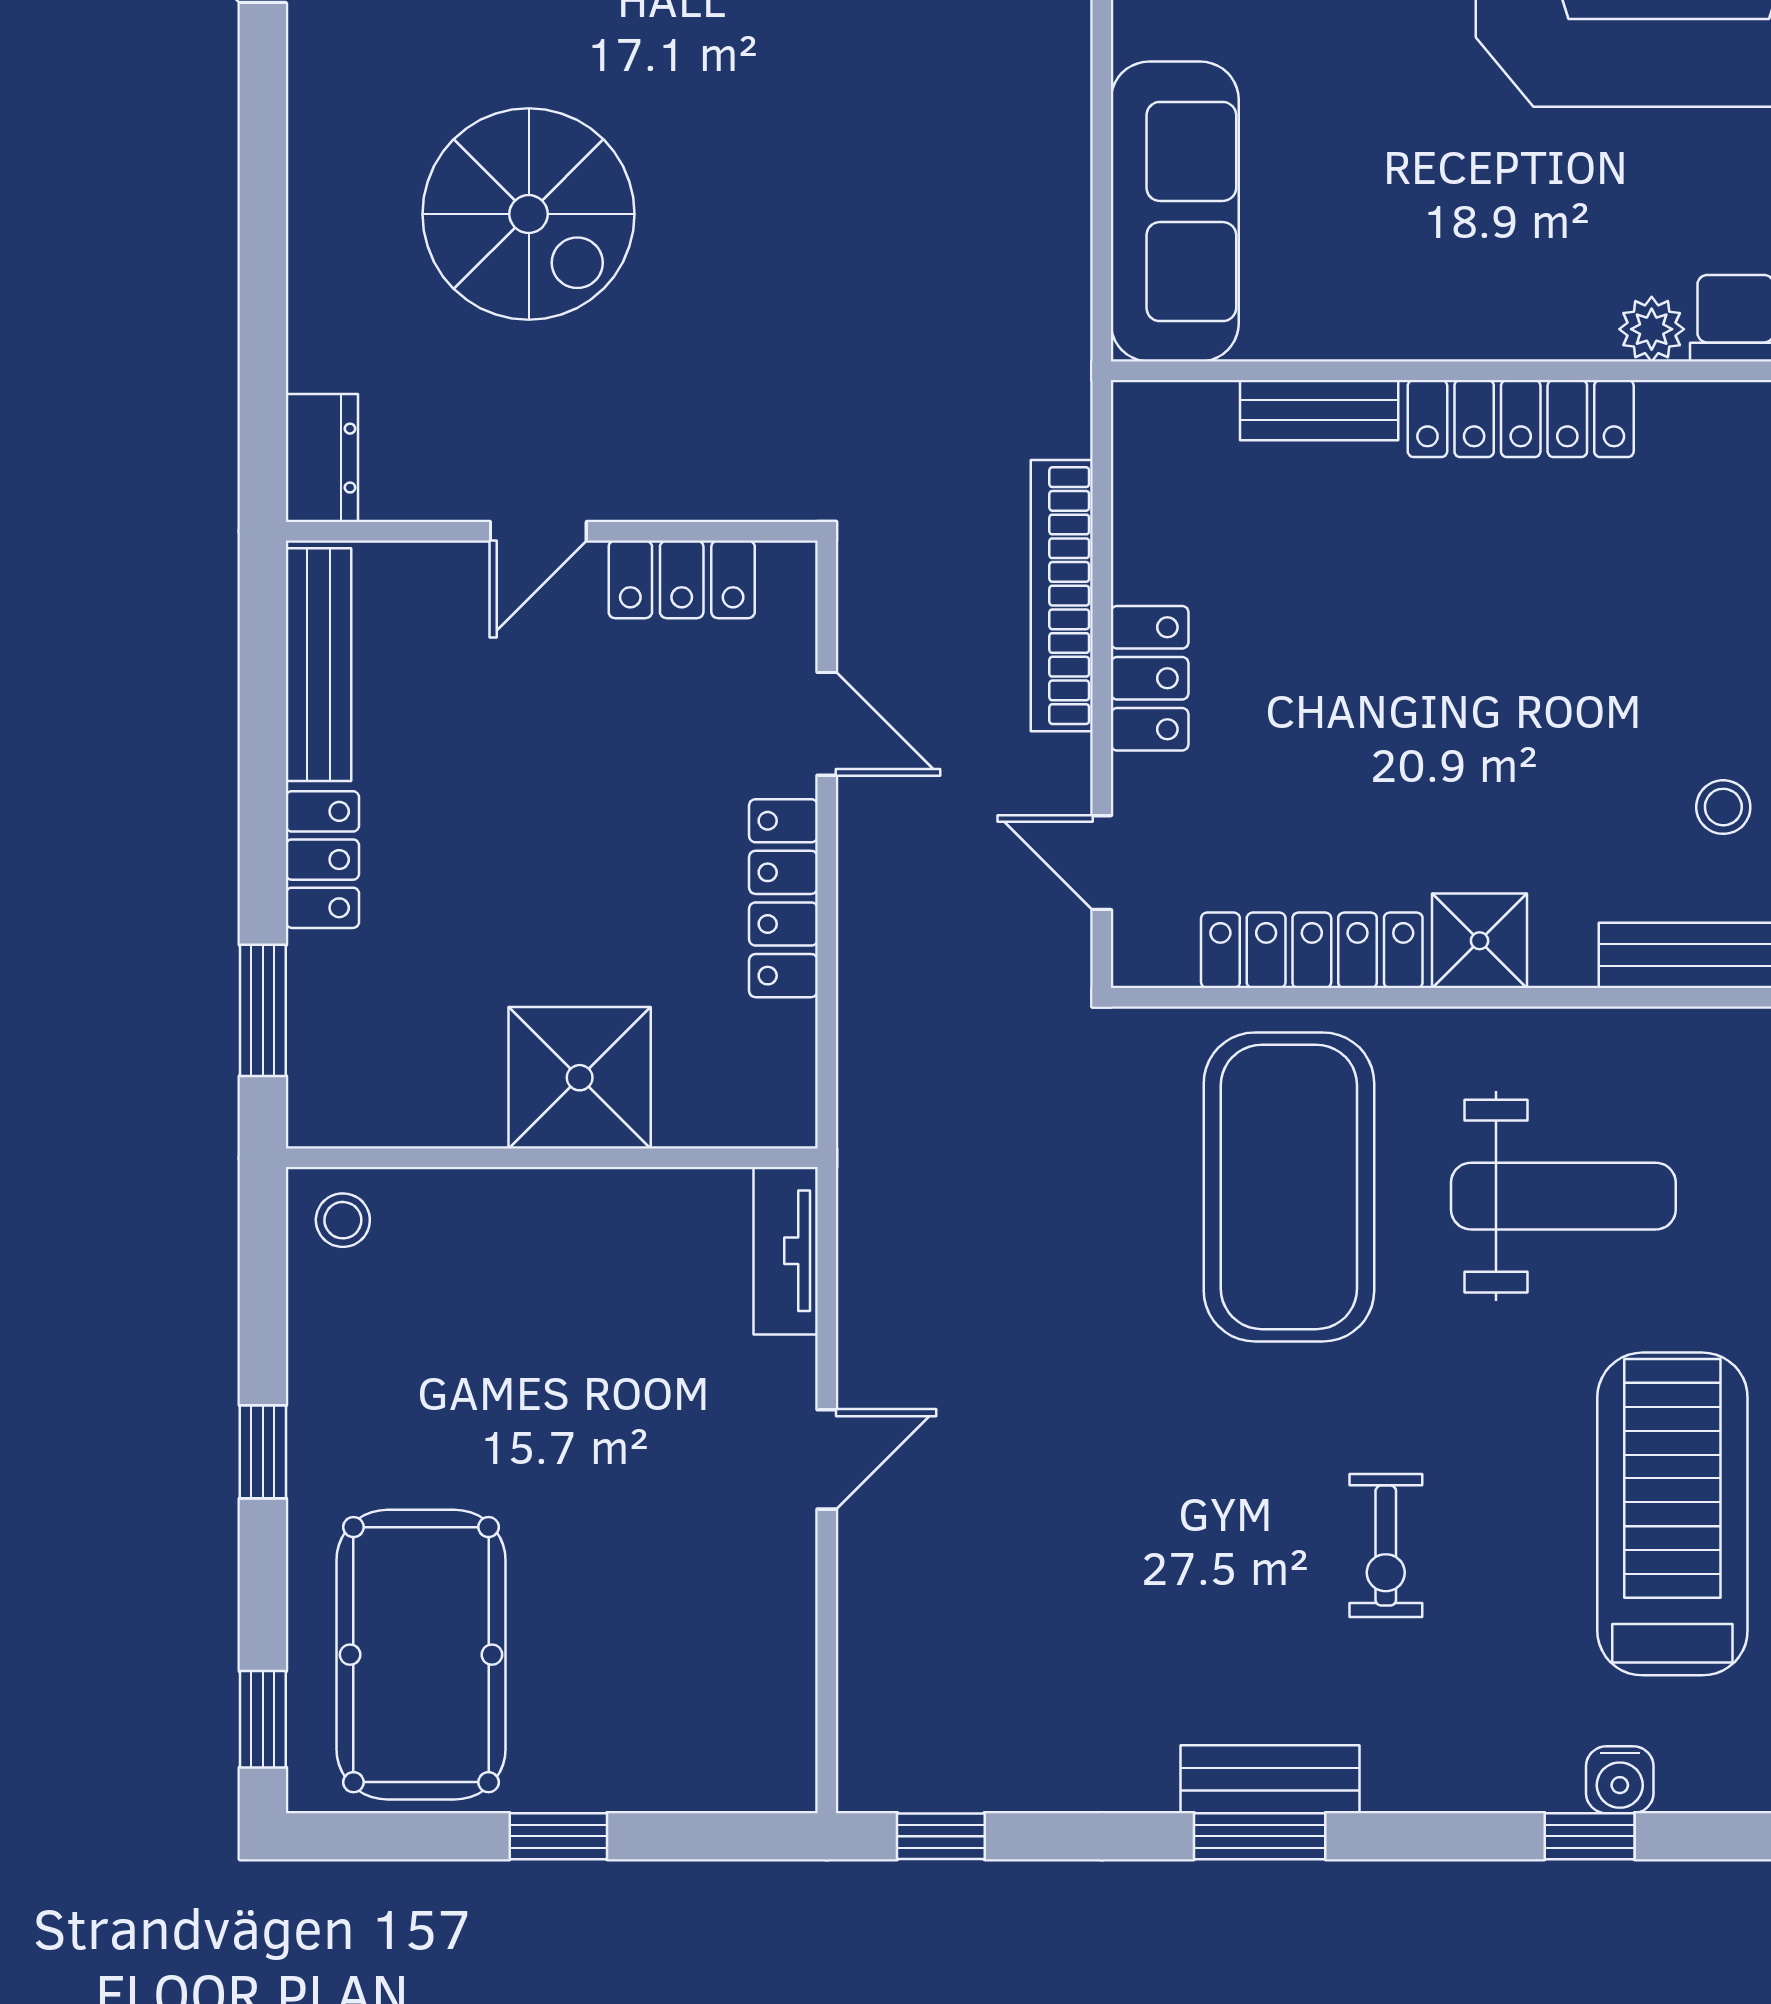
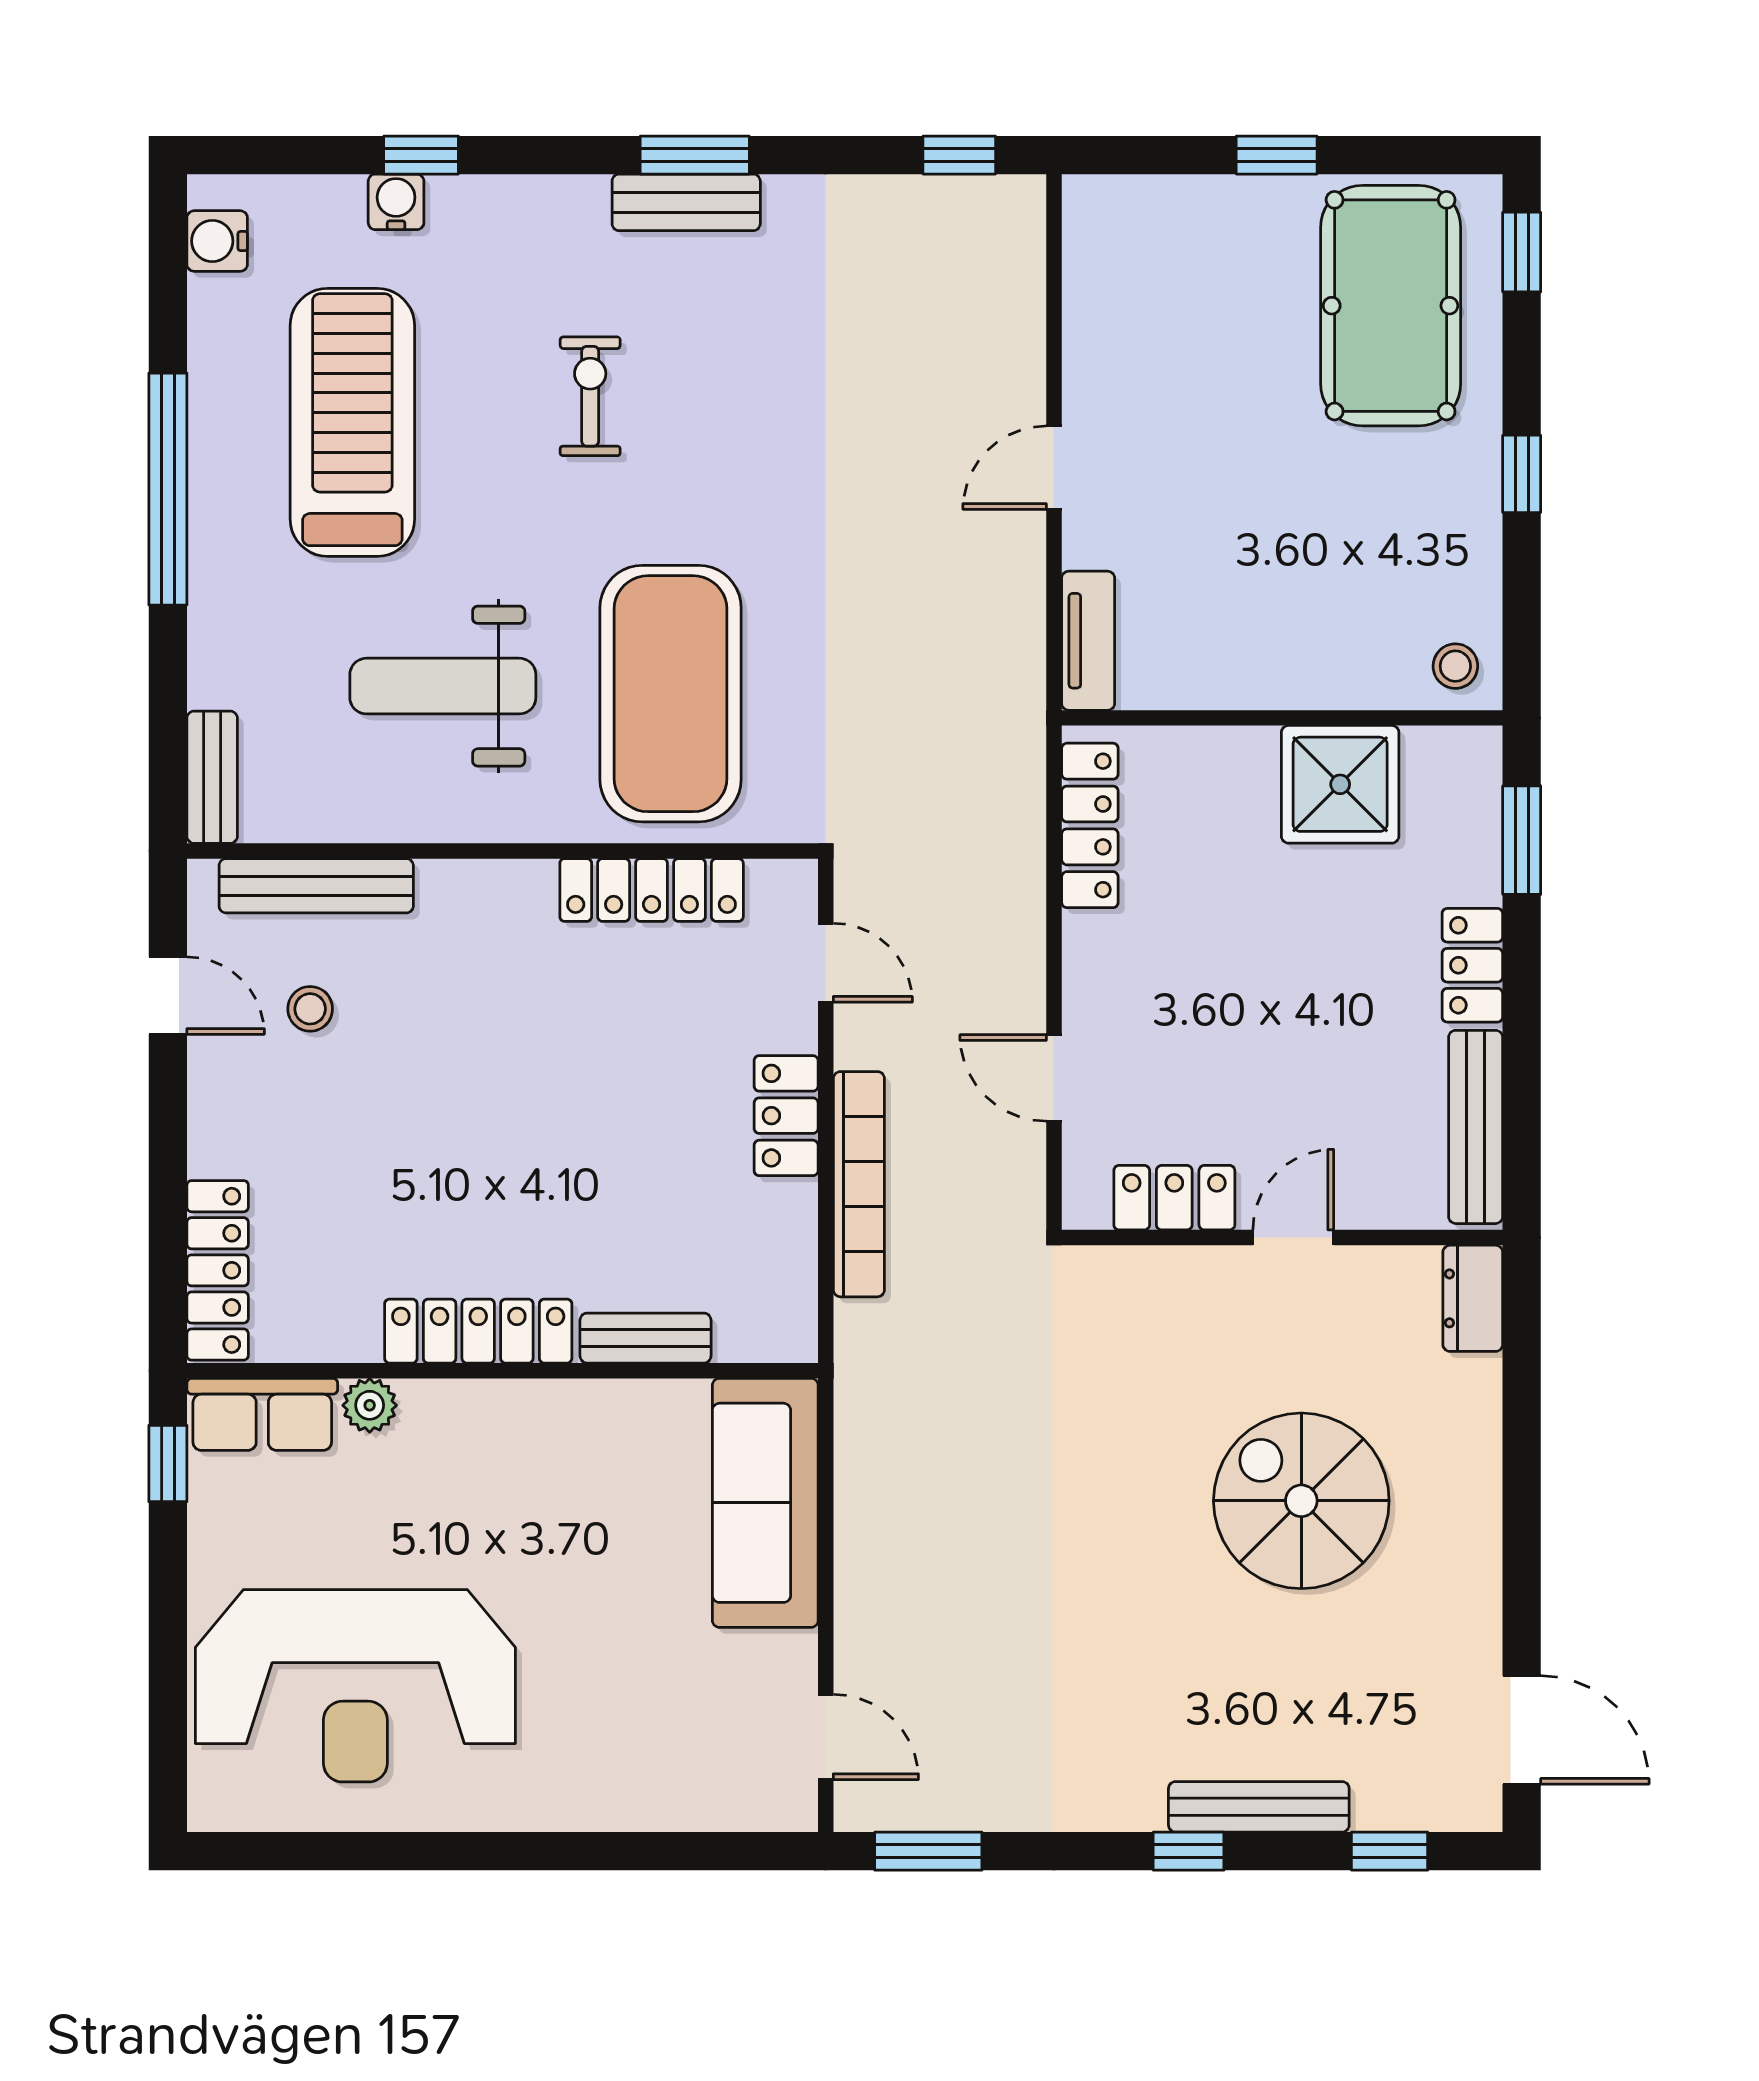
locker: (783, 898) -> (1090, 825), moved
shower: (1480, 941) -> (512, 898), removed
shower: (580, 1078) -> (1340, 784), moved
treadmill: (1672, 1514) -> (352, 422), turned 180

